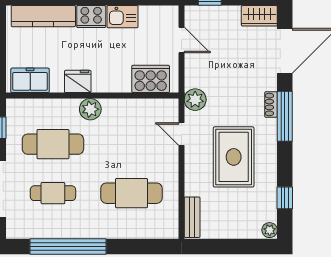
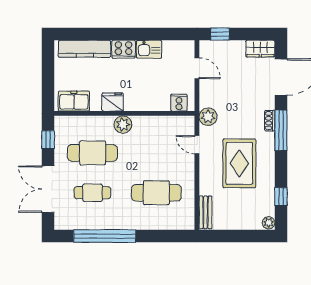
cooker: (151, 79) -> (179, 103), width x0.53, depth x0.76

